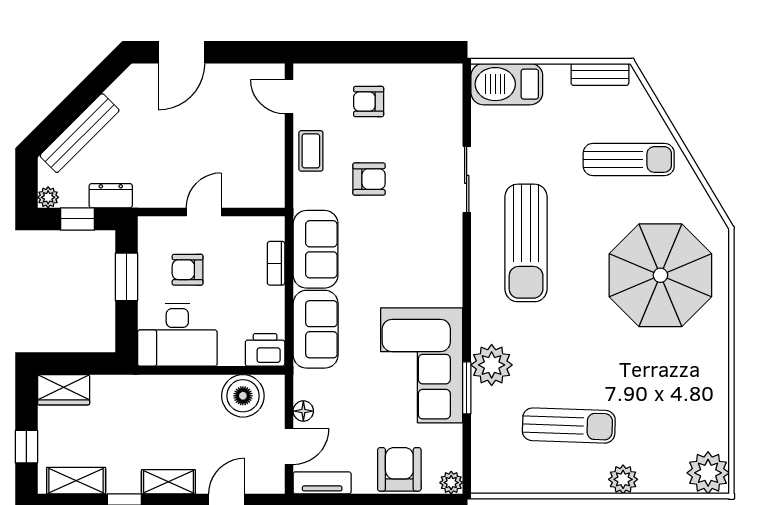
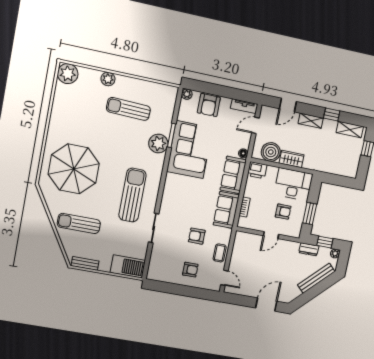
wardrobe: (64, 390) -> (292, 159), moved
floor lamp: (303, 411) -> (243, 153), moved

